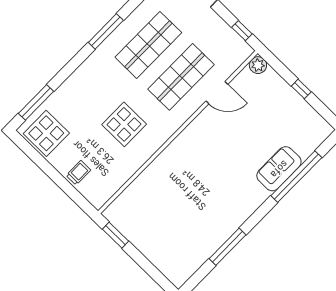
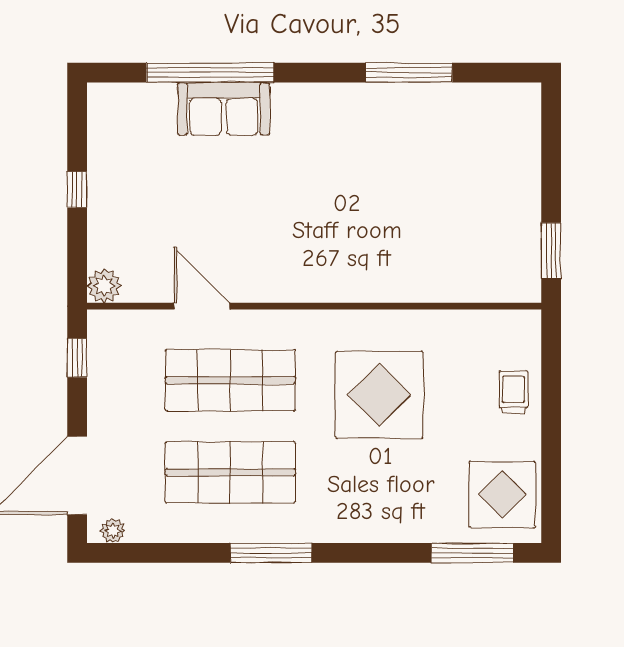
display table: (124, 124) -> (379, 395), width x1.36, depth x1.36
trolley: (78, 173) -> (513, 392), turned 90

